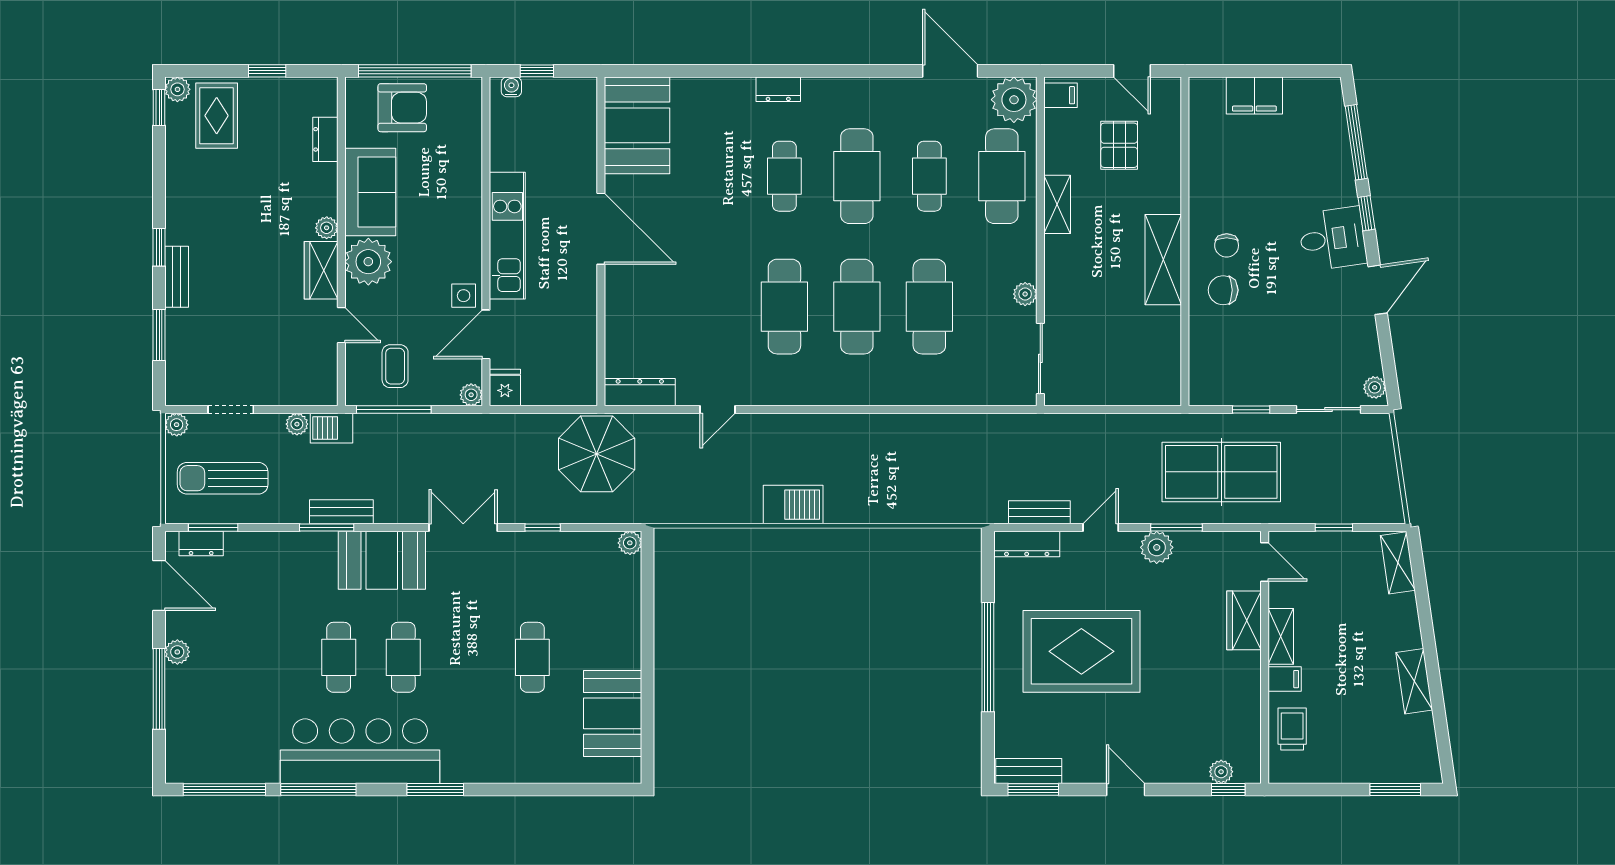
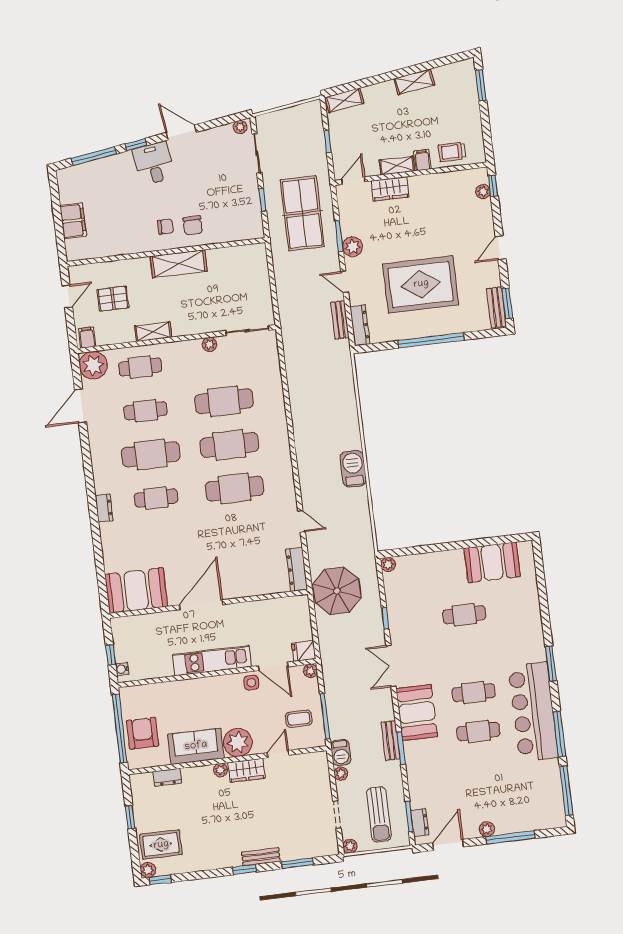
cafe table: (1002, 176) -> (140, 367), width x0.73, depth x0.74
rug: (1081, 651) -> (421, 284), turned 90

